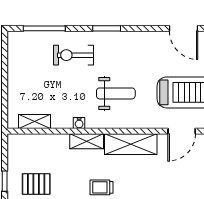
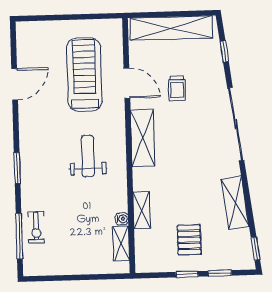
exercise bike: (74, 55) -> (36, 227), moved, width x0.73, depth x0.72
water cooler: (79, 123) -> (122, 219), moved
shelving: (87, 141) -> (142, 210), moved
trolley: (101, 187) -> (177, 88), moved

